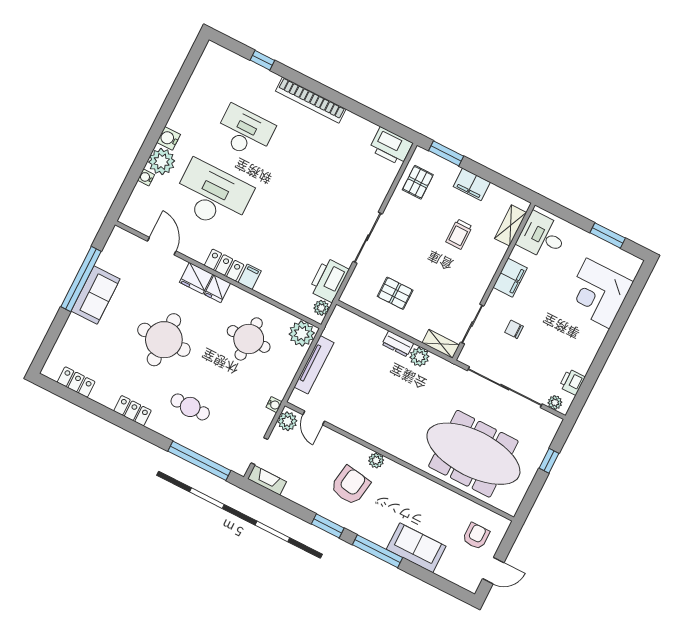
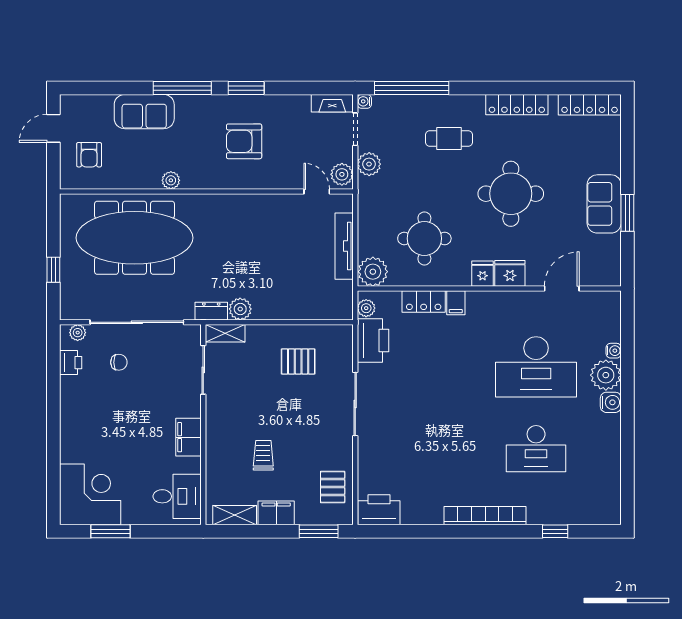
shelving: (511, 225) -> (235, 515), moved, turned 90
door: (162, 246) -> (562, 289), swing flipped
locker: (224, 265) -> (424, 301), moved
window: (81, 279) -> (627, 213), width x0.47
corner desk: (598, 293) -> (90, 494), moved
chair: (514, 329) -> (119, 362), moved
dresser: (398, 344) -> (211, 311), moved
locker: (76, 382) -> (590, 105), width x1.53
water cooler: (274, 405) -> (364, 101), moved
locker: (132, 411) -> (517, 105), width x1.53
plant: (262, 419) -> (369, 164), added
plant: (376, 460) -> (171, 180), moved
armchair: (350, 485) -> (244, 141), turned 81

